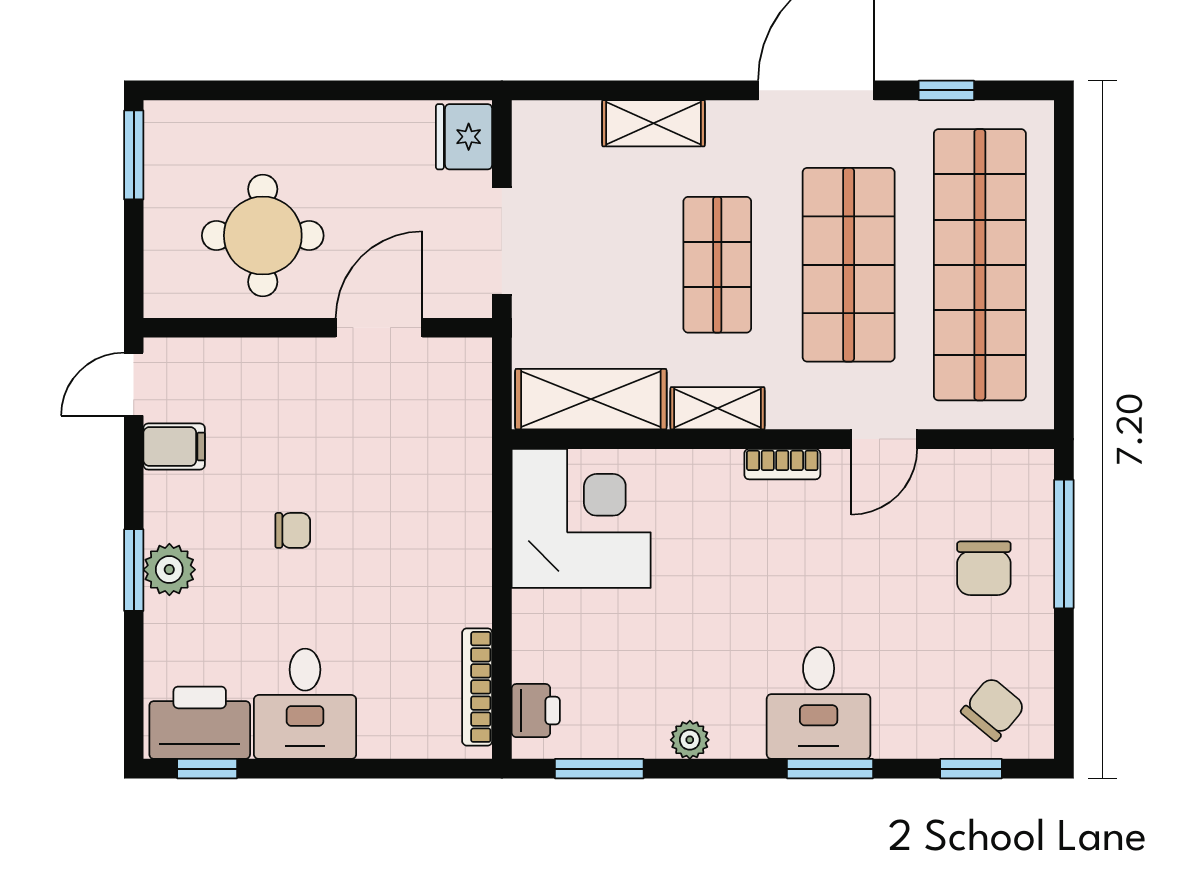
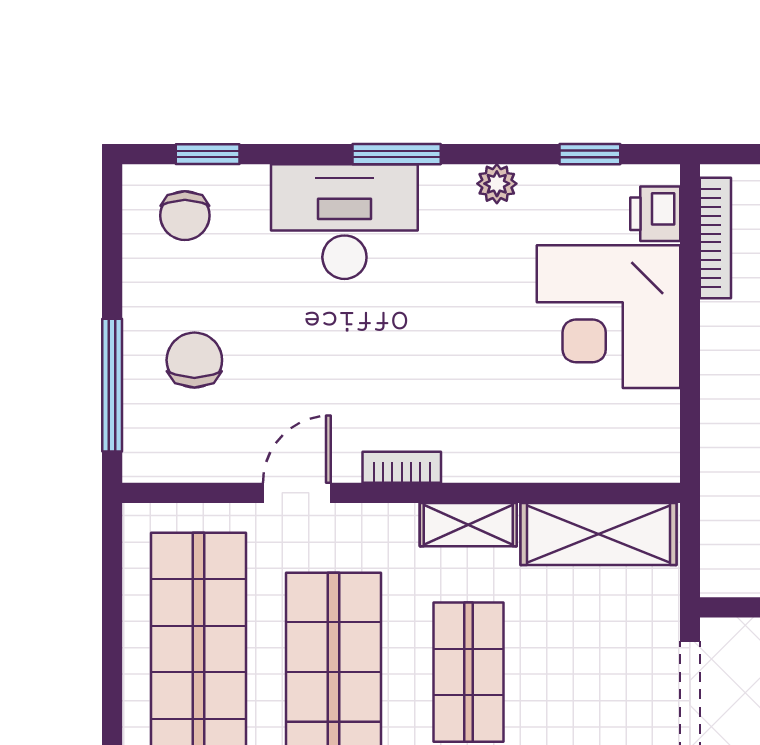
corner desk: (581, 518) -> (608, 317), moved
desk: (819, 703) -> (344, 222), width x1.37
chair: (993, 709) -> (185, 216), turned -40
window: (599, 769) -> (590, 154), width x0.67
window: (830, 769) -> (397, 154), moved

